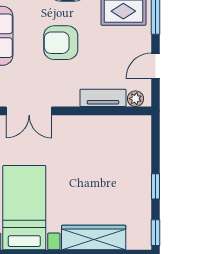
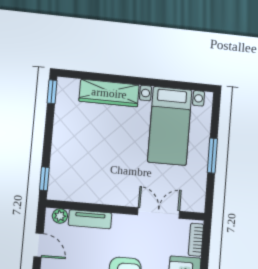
door: (155, 66) -> (39, 245), hinge flipped
window: (155, 186) -> (44, 179), moved

